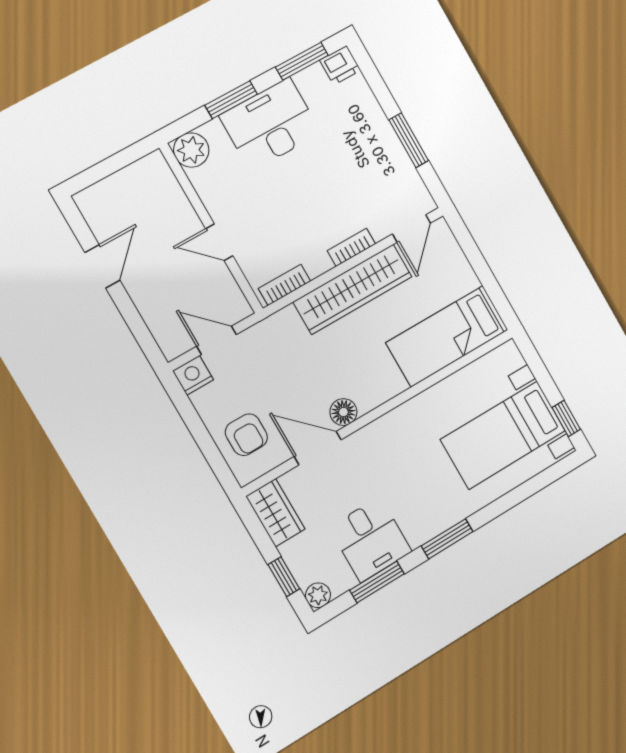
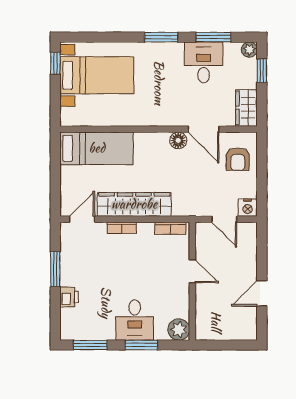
printer: (340, 65) -> (69, 297), moved, turned 90
desk: (270, 124) -> (135, 320), width x0.73
armchair: (246, 435) -> (238, 159), turned 180

